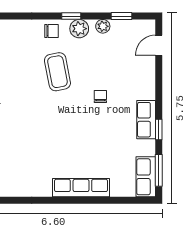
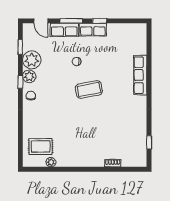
plant: (103, 26) -> (32, 60), width x1.88, depth x1.88
coffee table: (57, 72) -> (89, 89), moved
window: (159, 170) -> (71, 21), moved
row of seats: (146, 177) -> (64, 30), moved

